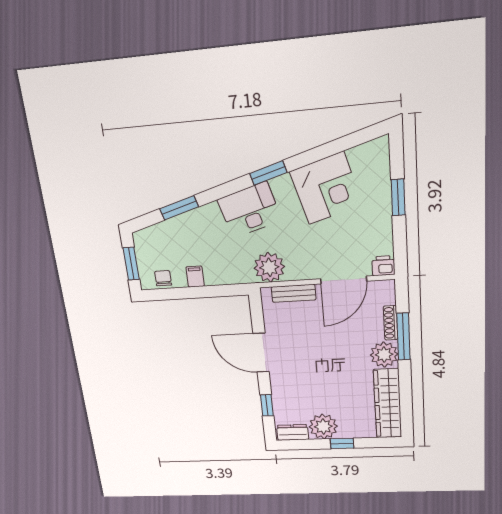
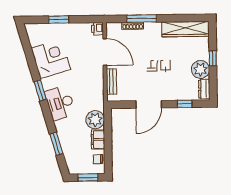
plant: (269, 267) -> (95, 120), moved
filing cabinet: (195, 277) -> (98, 139), width x2.00
plant: (384, 355) -> (153, 30), removed

